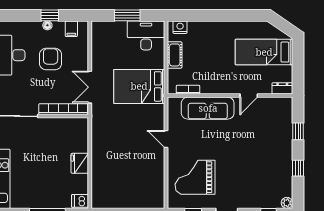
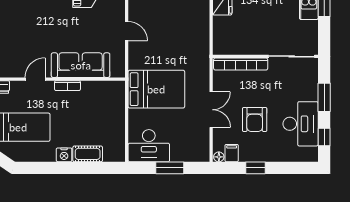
floor lamp: (47, 25) -> (219, 157), moved
nightstand: (180, 27) -> (64, 155), moved
cot: (175, 55) -> (88, 154), moved, turned 90
double door: (90, 87) -> (211, 110), moved
bookcase: (188, 90) -> (67, 86), moved

